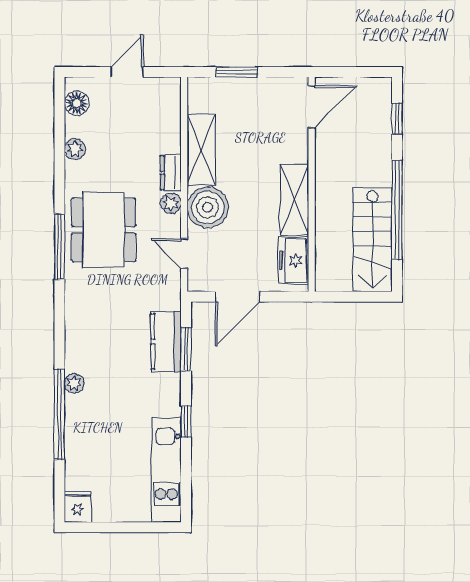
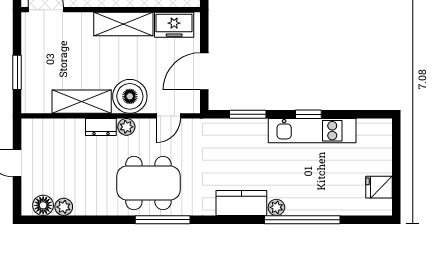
plant: (75, 149) -> (64, 207), moved
door: (238, 297) -> (204, 71), swing flipped
kitchen counter: (166, 342) -> (241, 203), moved, turned 180
kitchen unit: (166, 470) -> (312, 131), moved
fridge: (78, 507) -> (379, 187), moved

